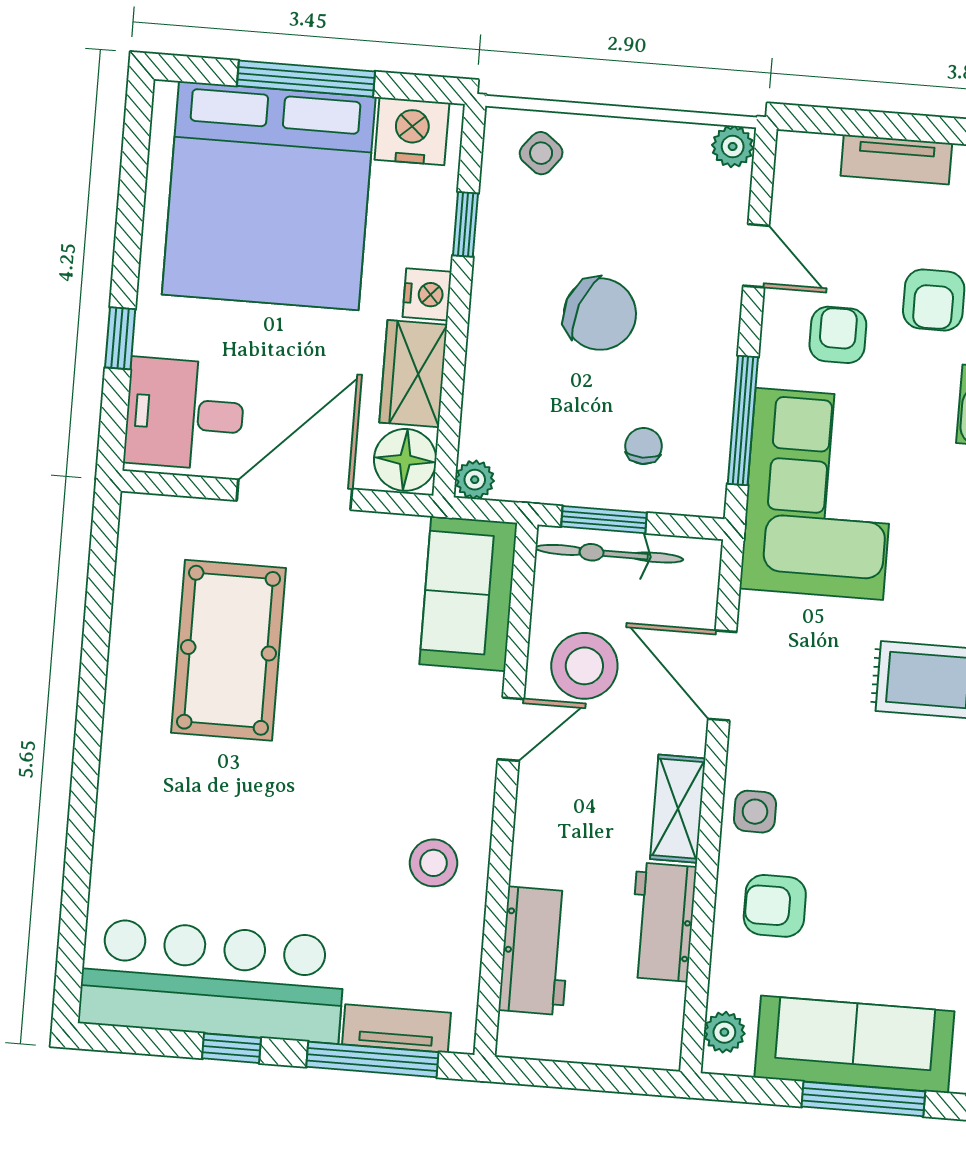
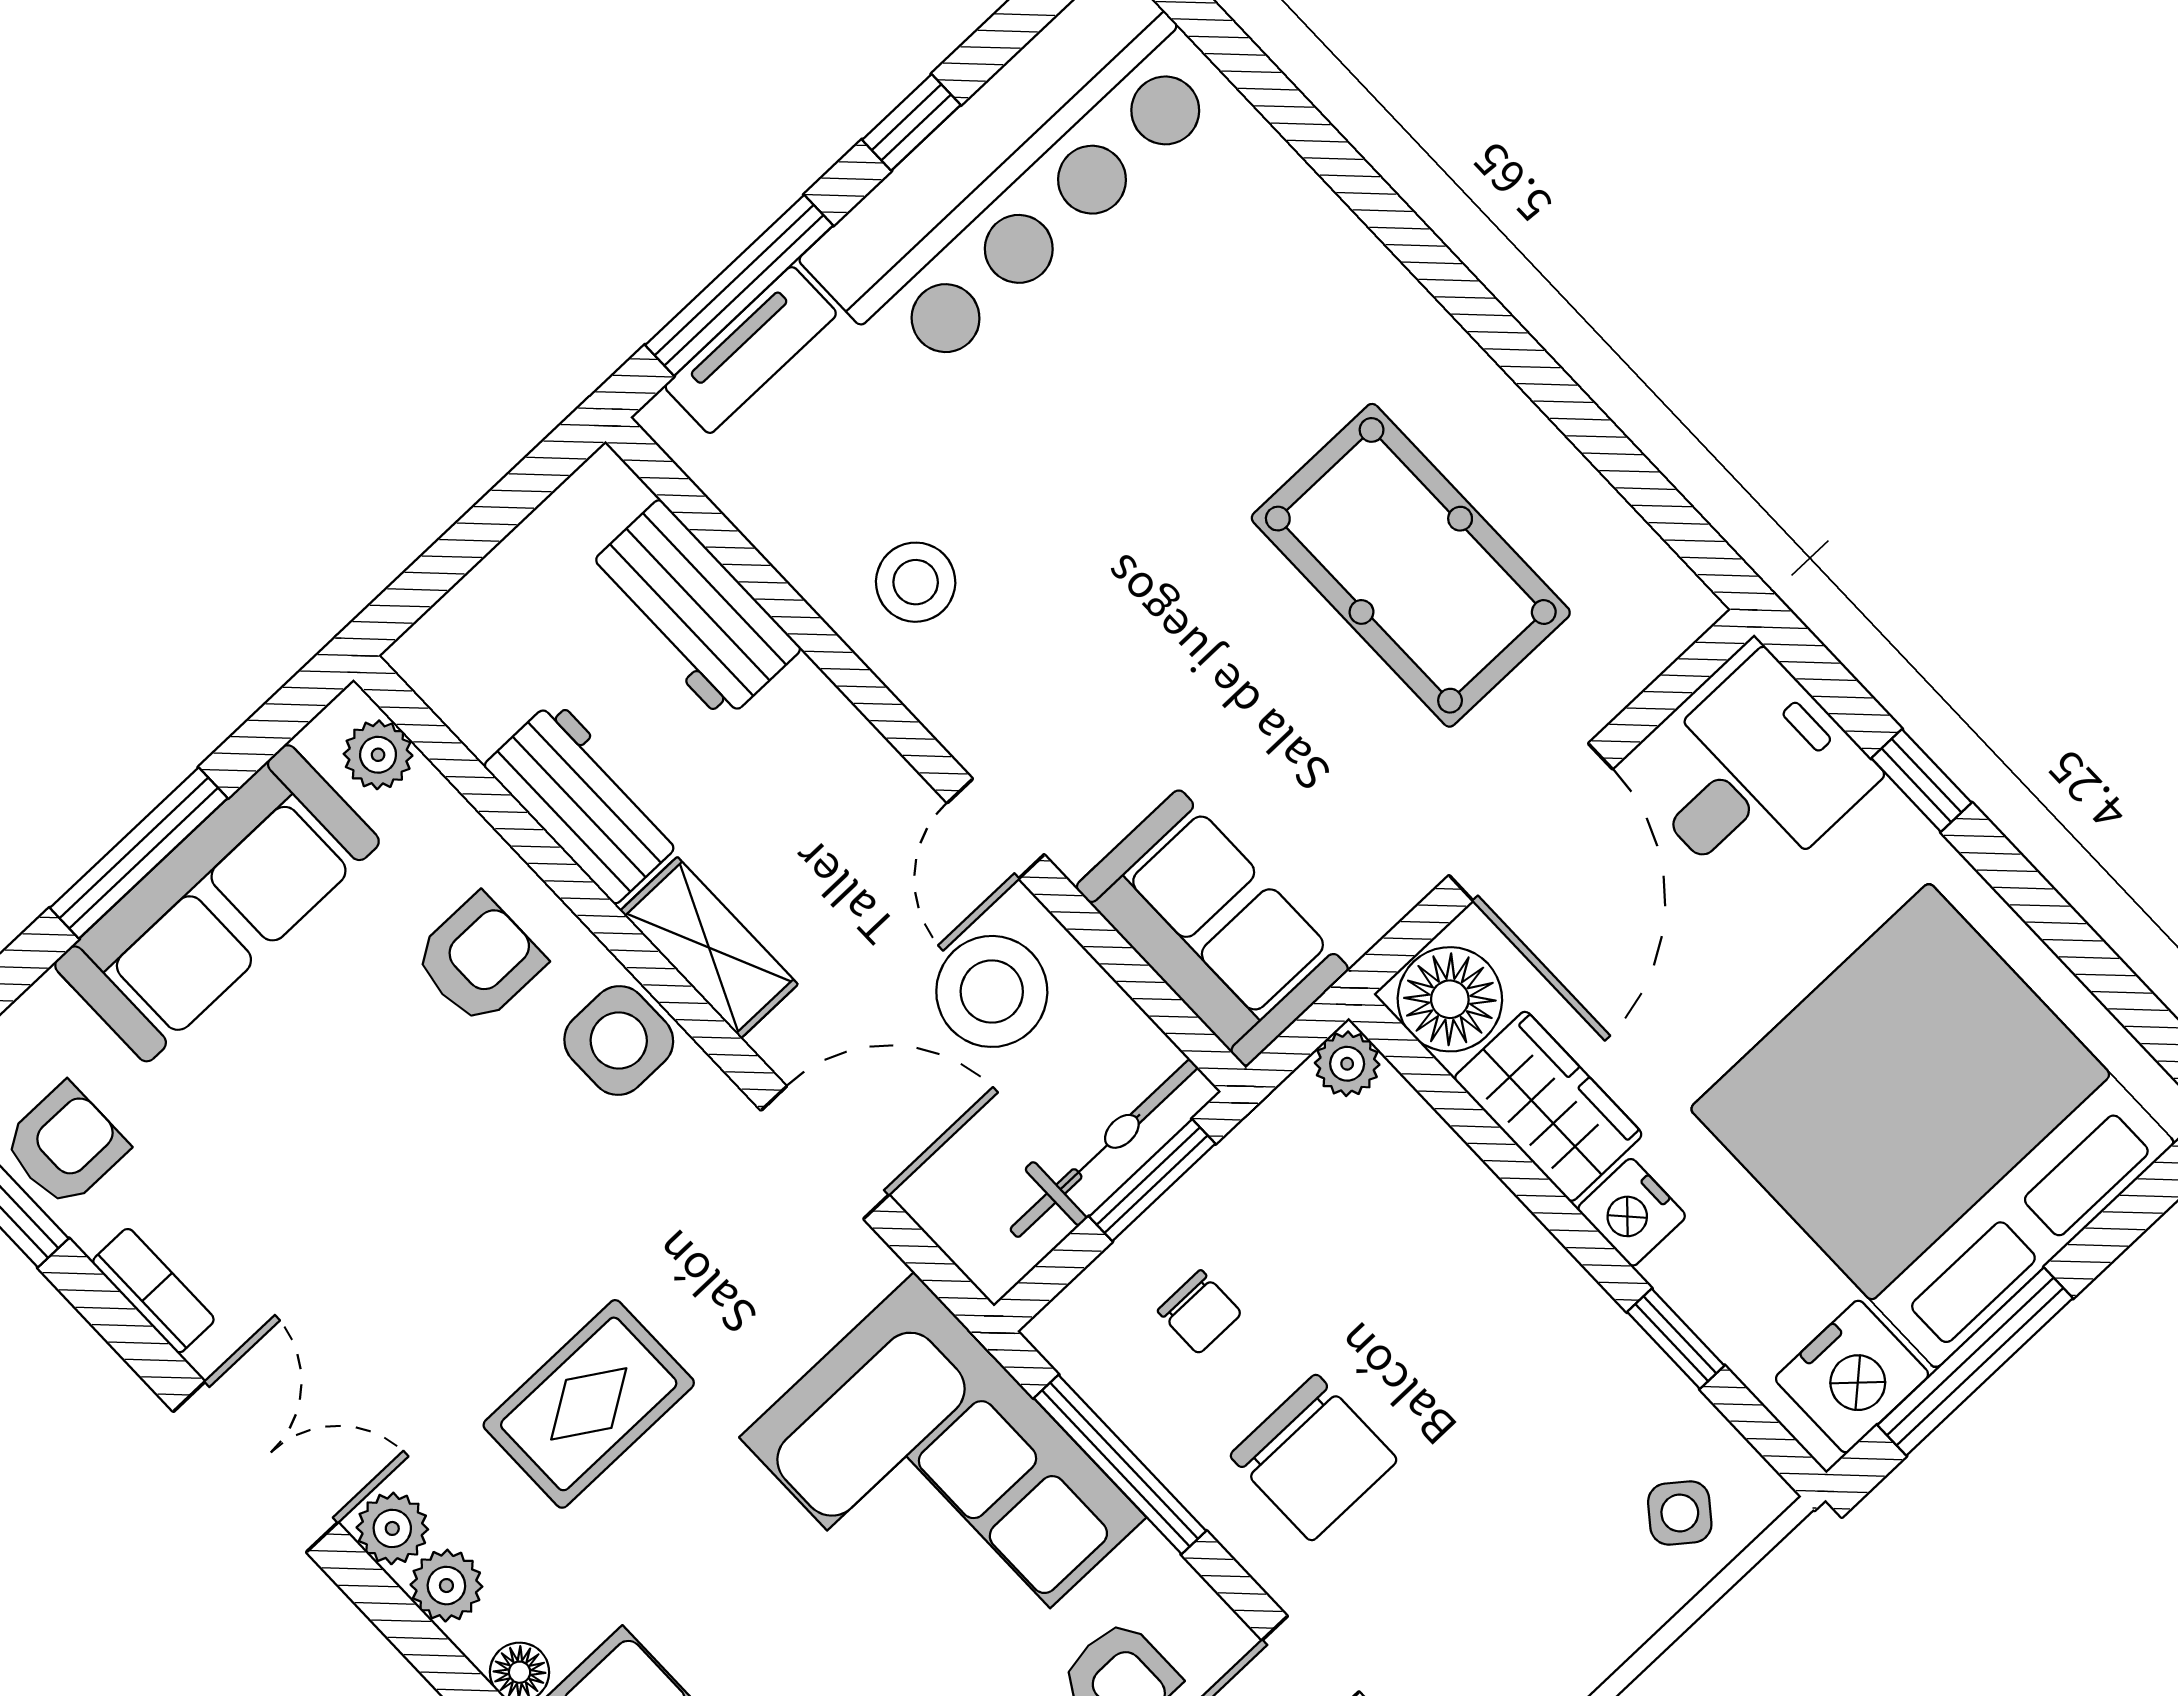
window: (306, 79) -> (1975, 1362), moved
chair: (600, 314) -> (1314, 1458), moved, turned -110
side table: (755, 812) -> (619, 1041), width x1.37, depth x1.37

